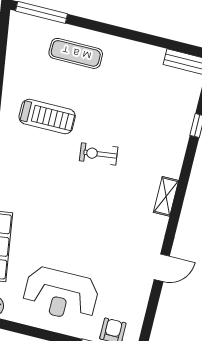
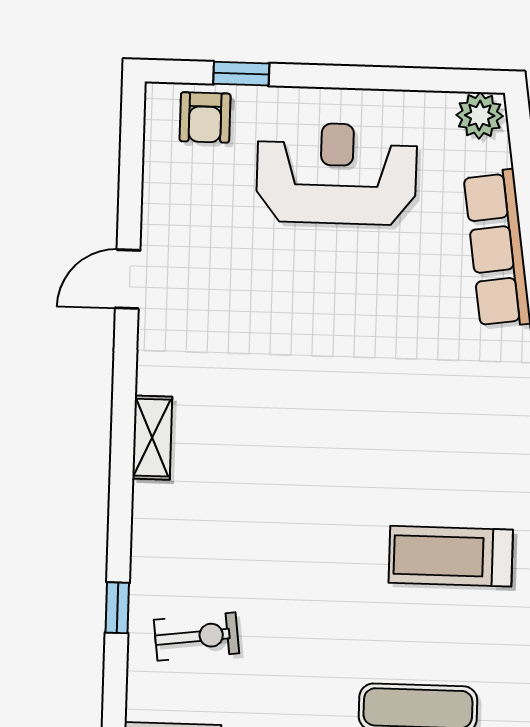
exercise bike: (99, 154) -> (196, 636), moved

